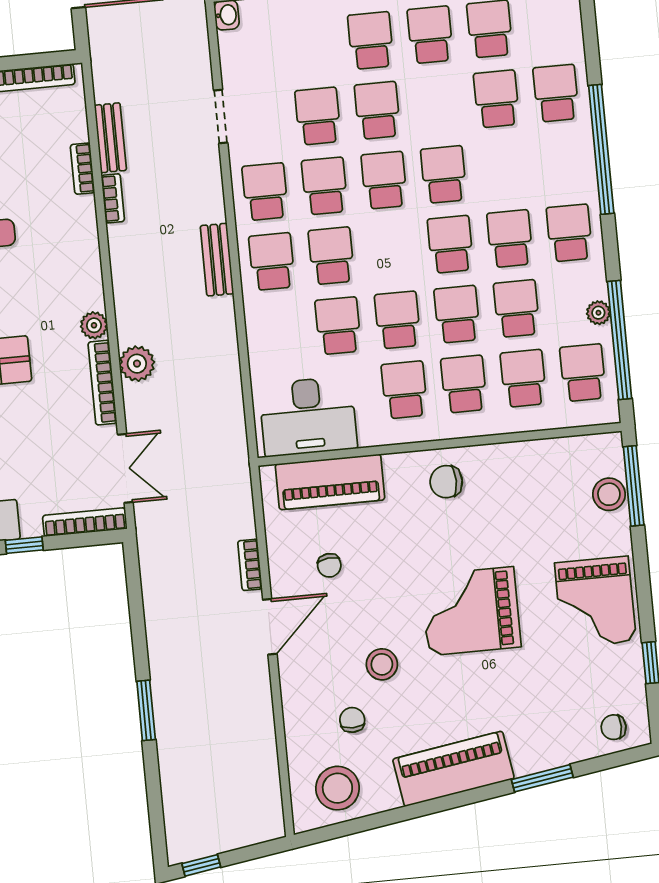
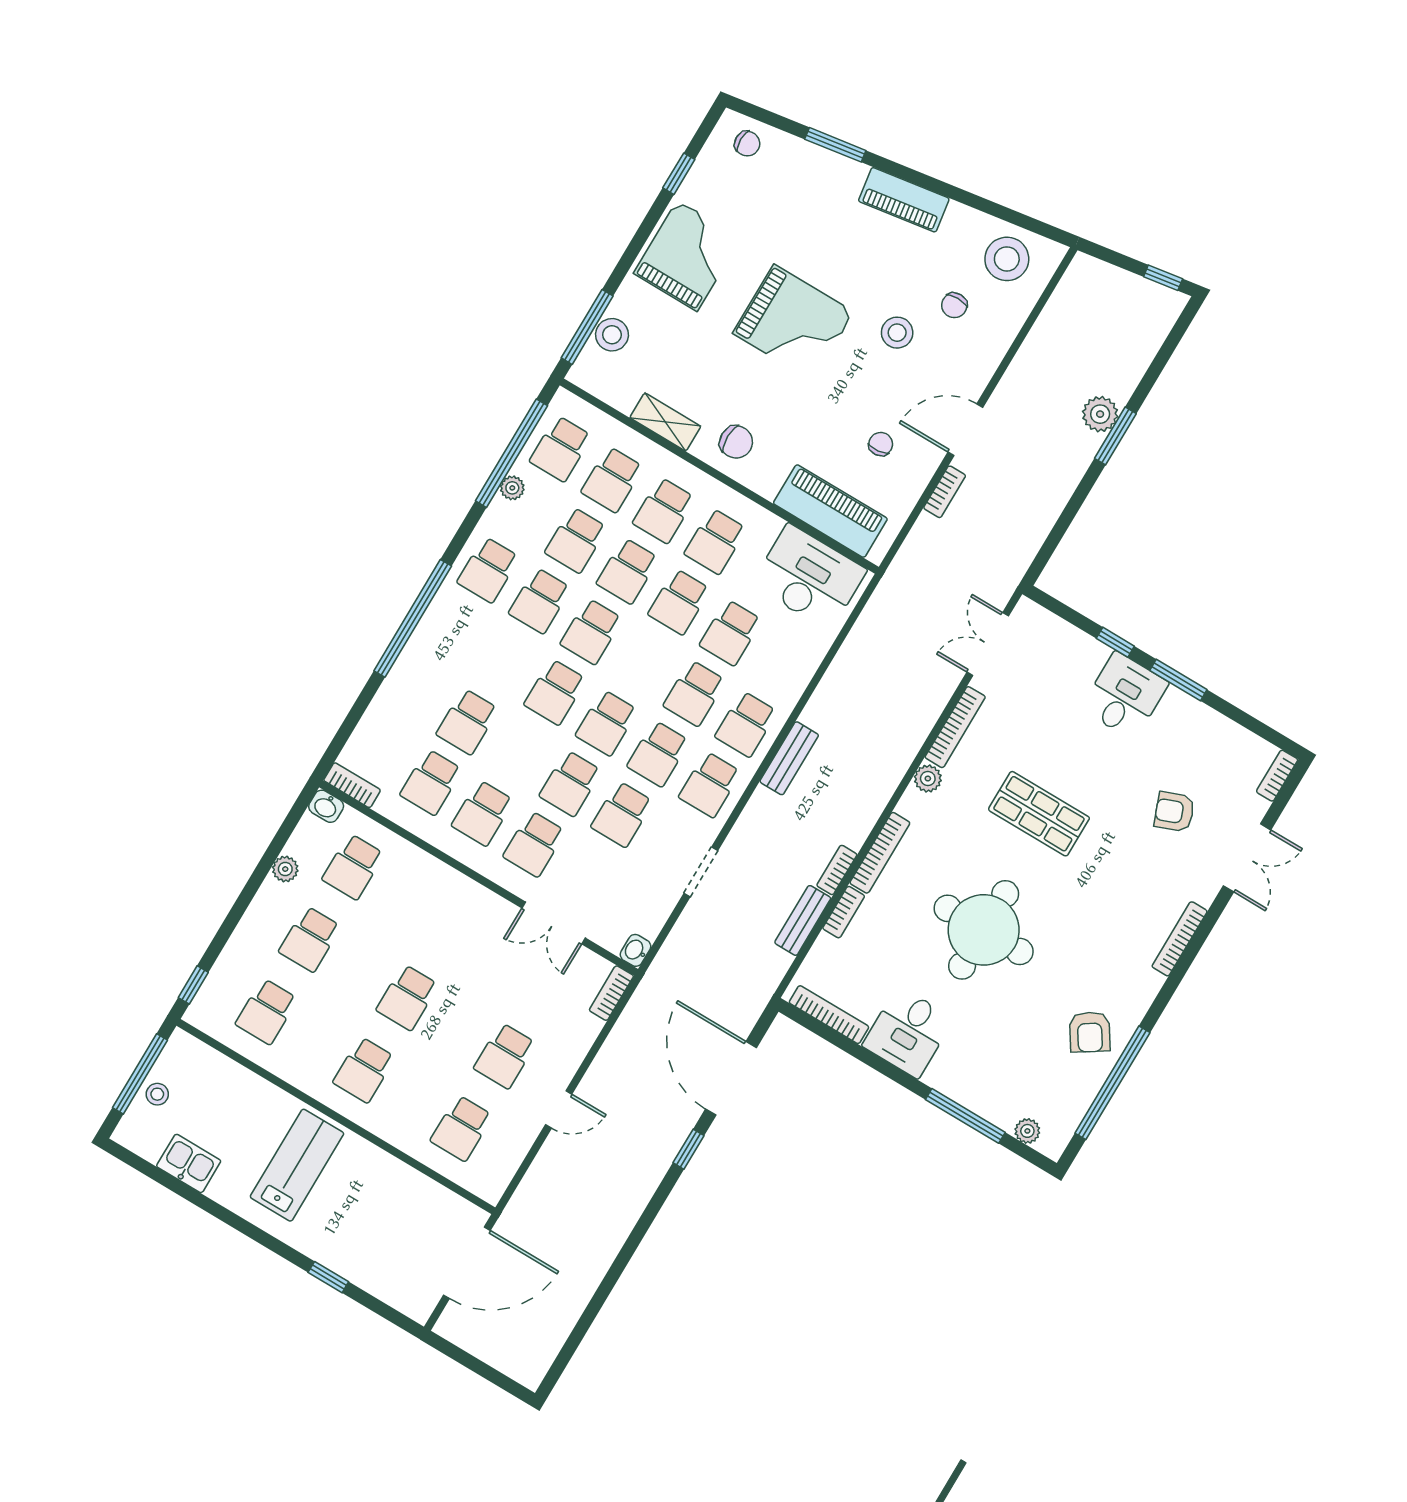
school desk: (556, 93) -> (416, 691), removed
plant: (137, 364) -> (1100, 414), moved
shelving: (515, 456) -> (665, 422), added
bookcase: (85, 522) -> (880, 853), moved, turned -90
piano: (453, 769) -> (904, 200), width x0.73, depth x0.75

